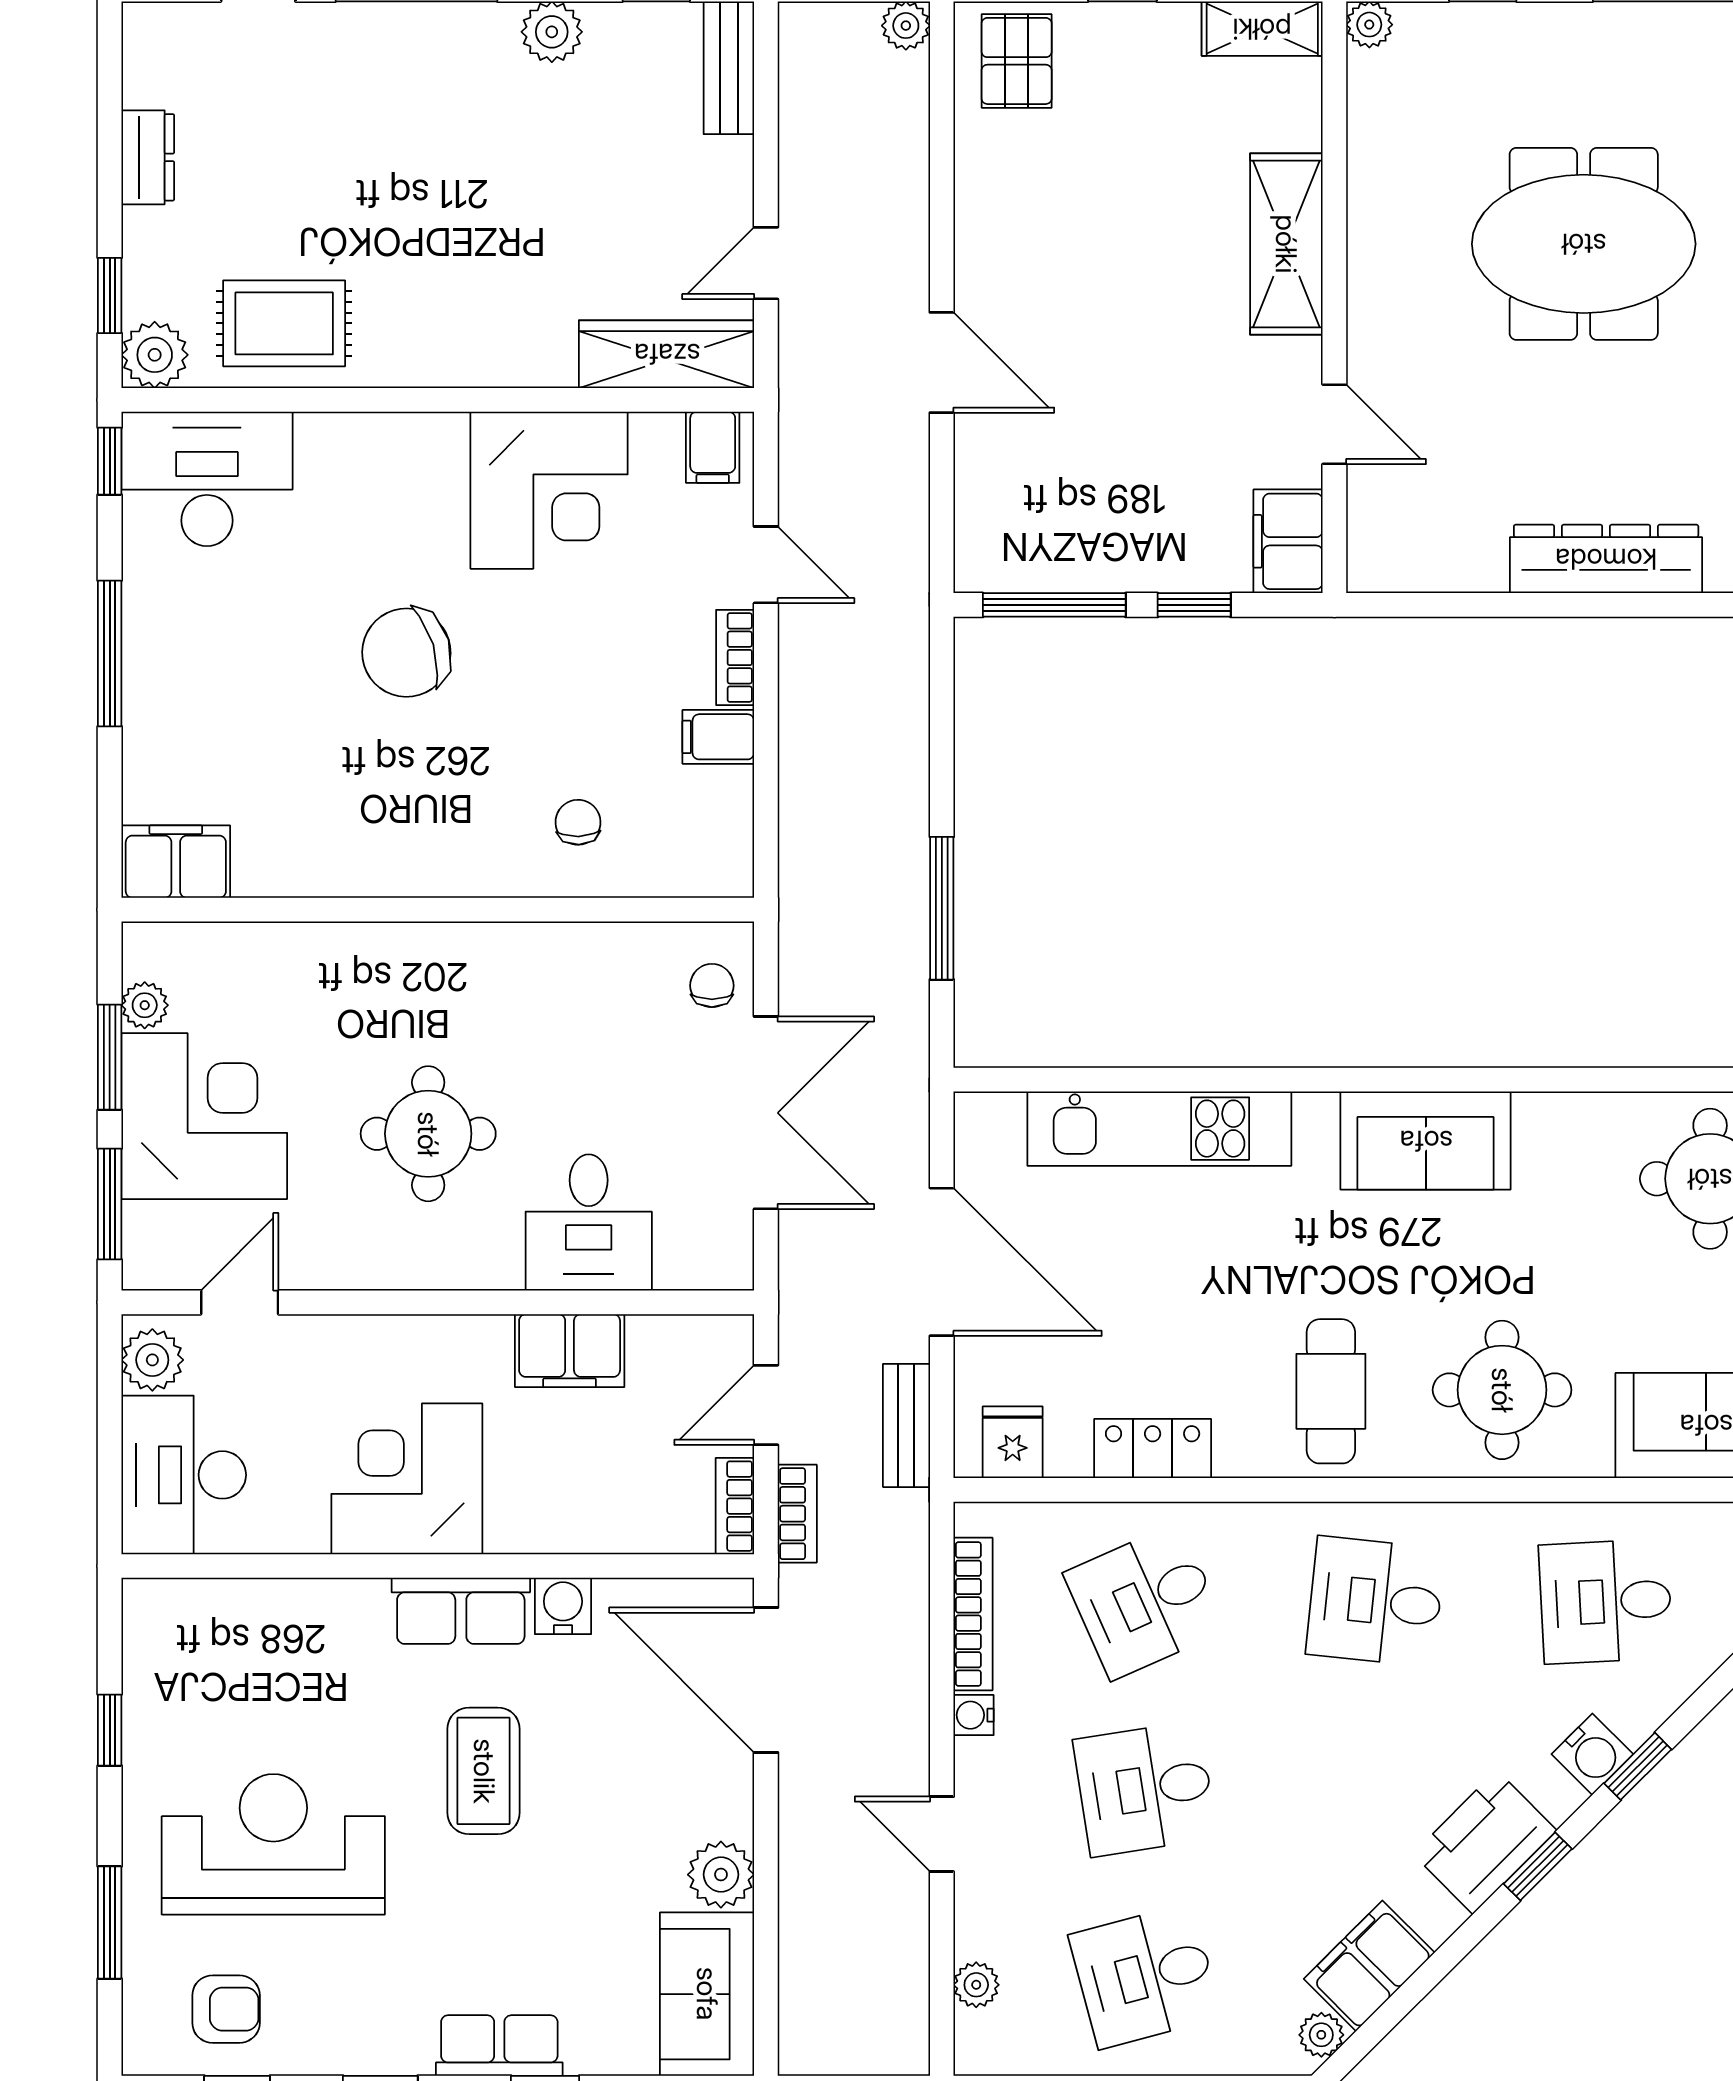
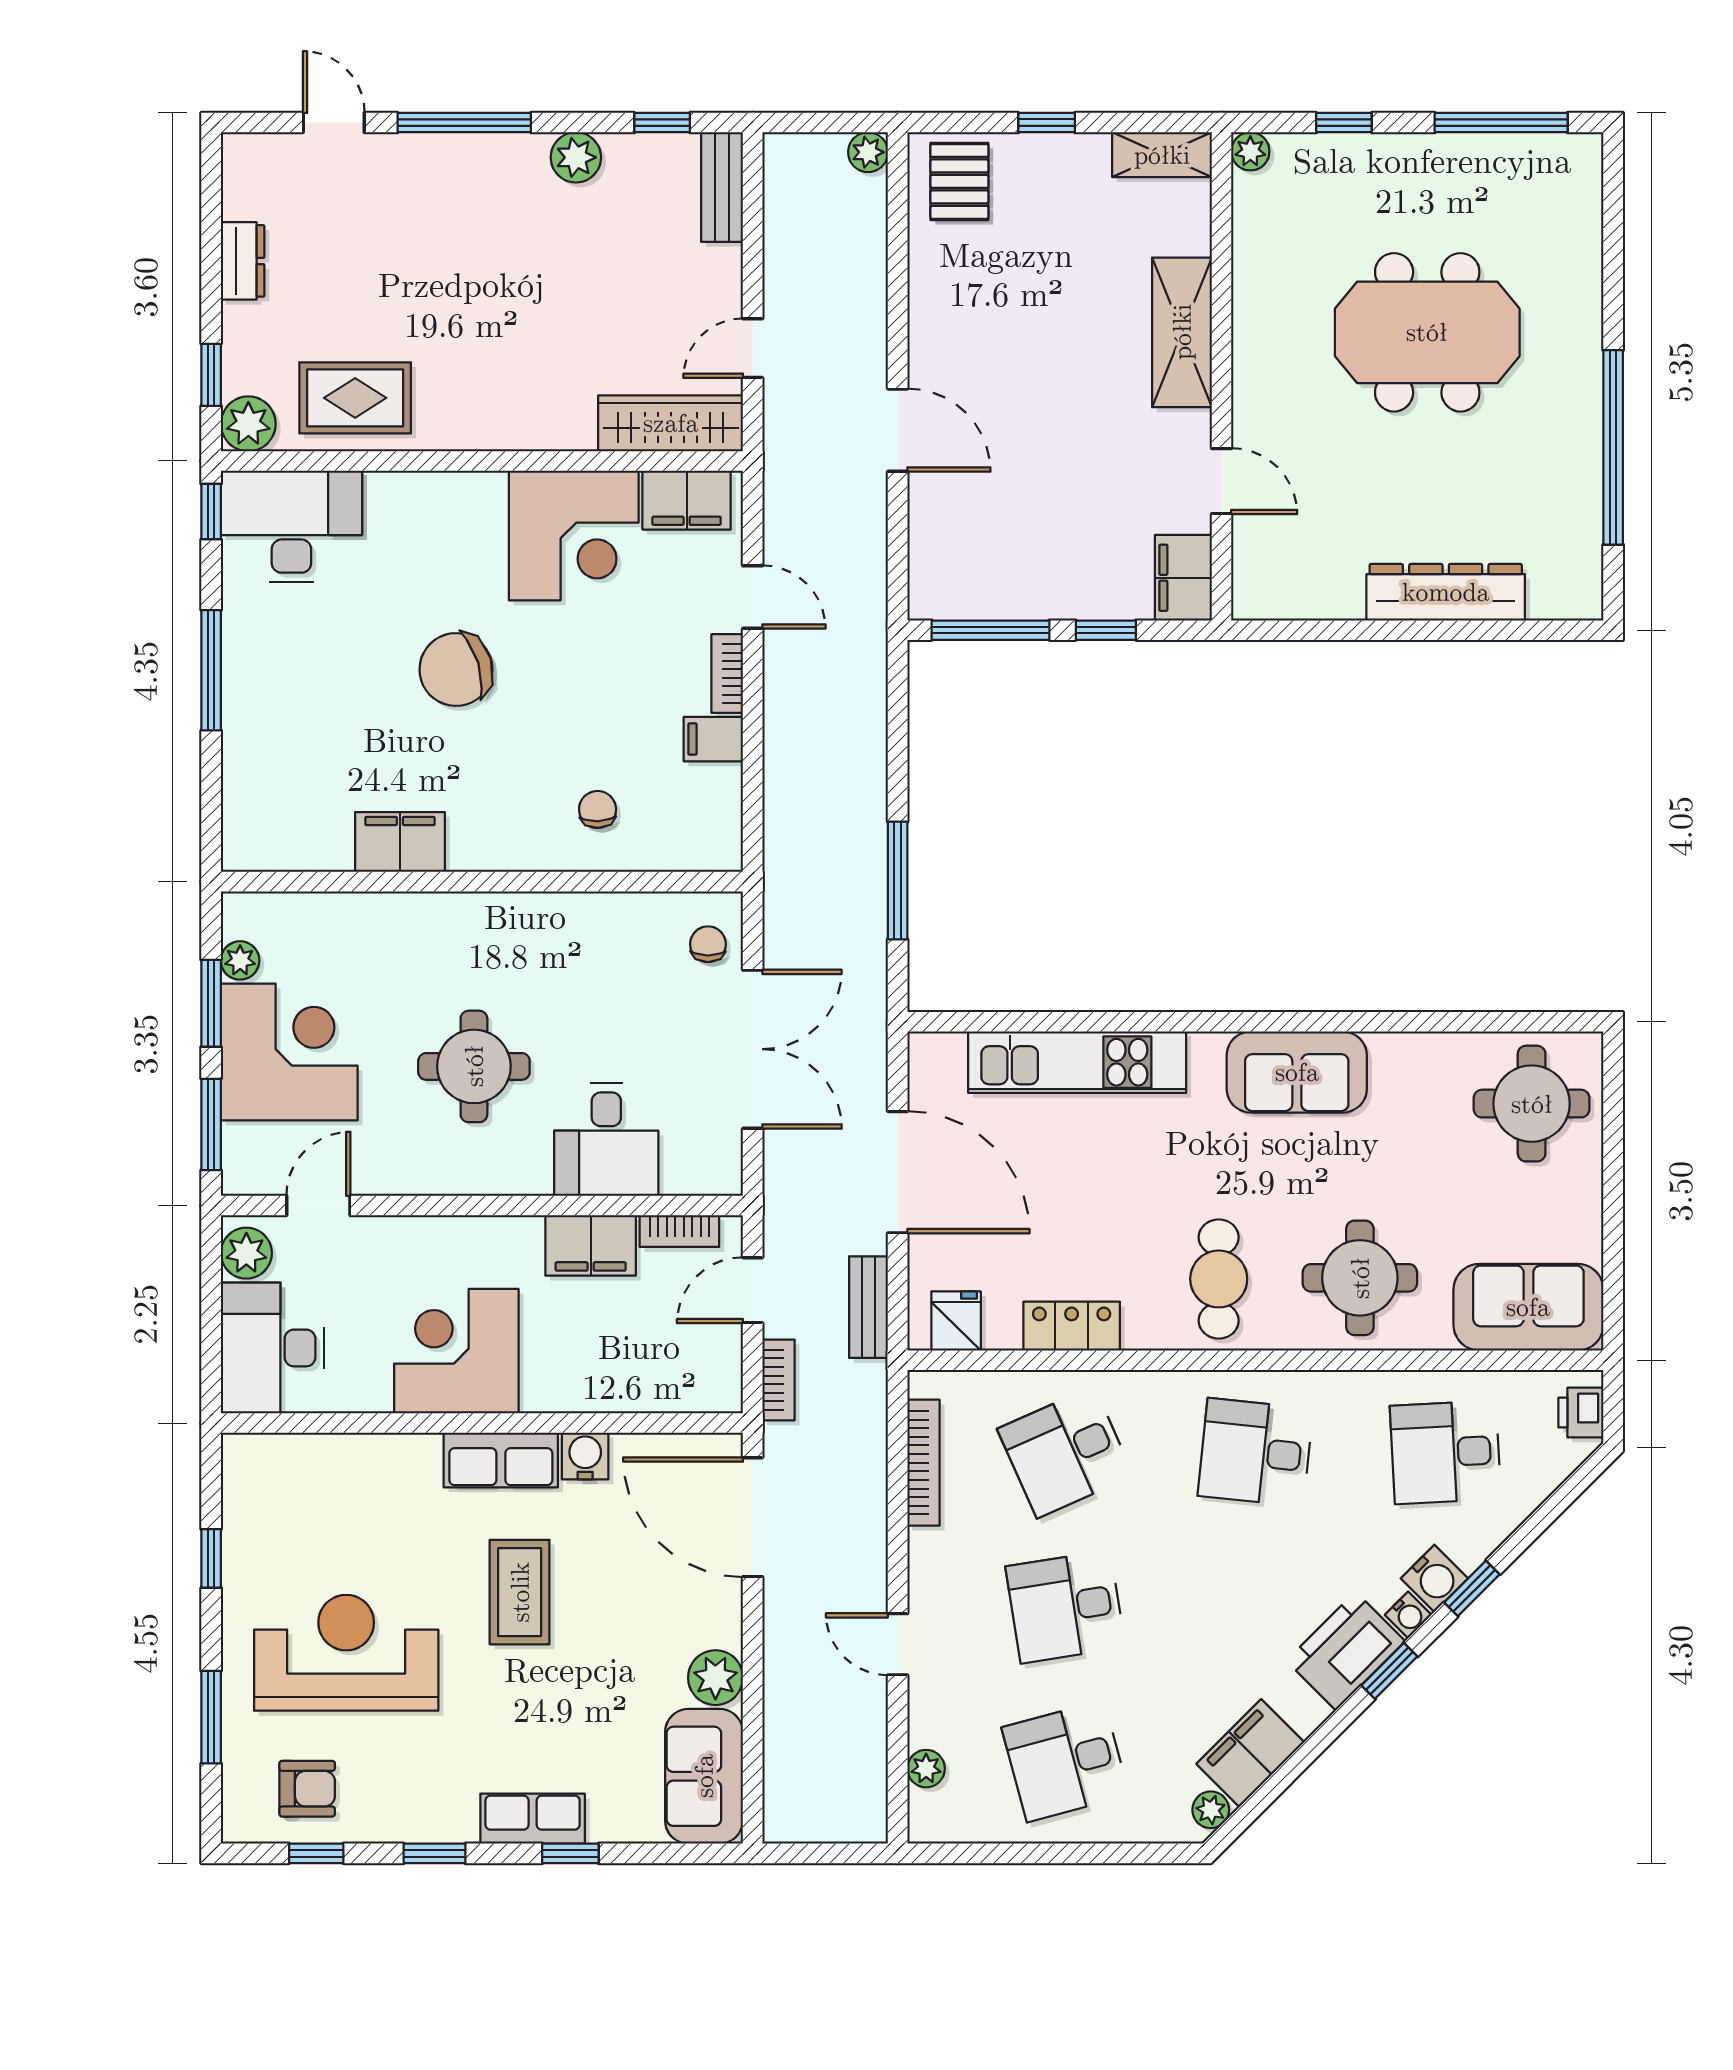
filing cabinet: (713, 447) -> (687, 500), width x2.00
filing cabinet: (176, 862) -> (400, 842), moved
bookcase: (735, 1506) -> (679, 1231), moved, turned -90
water cooler: (974, 1715) -> (1408, 1615), moved, turned -135

